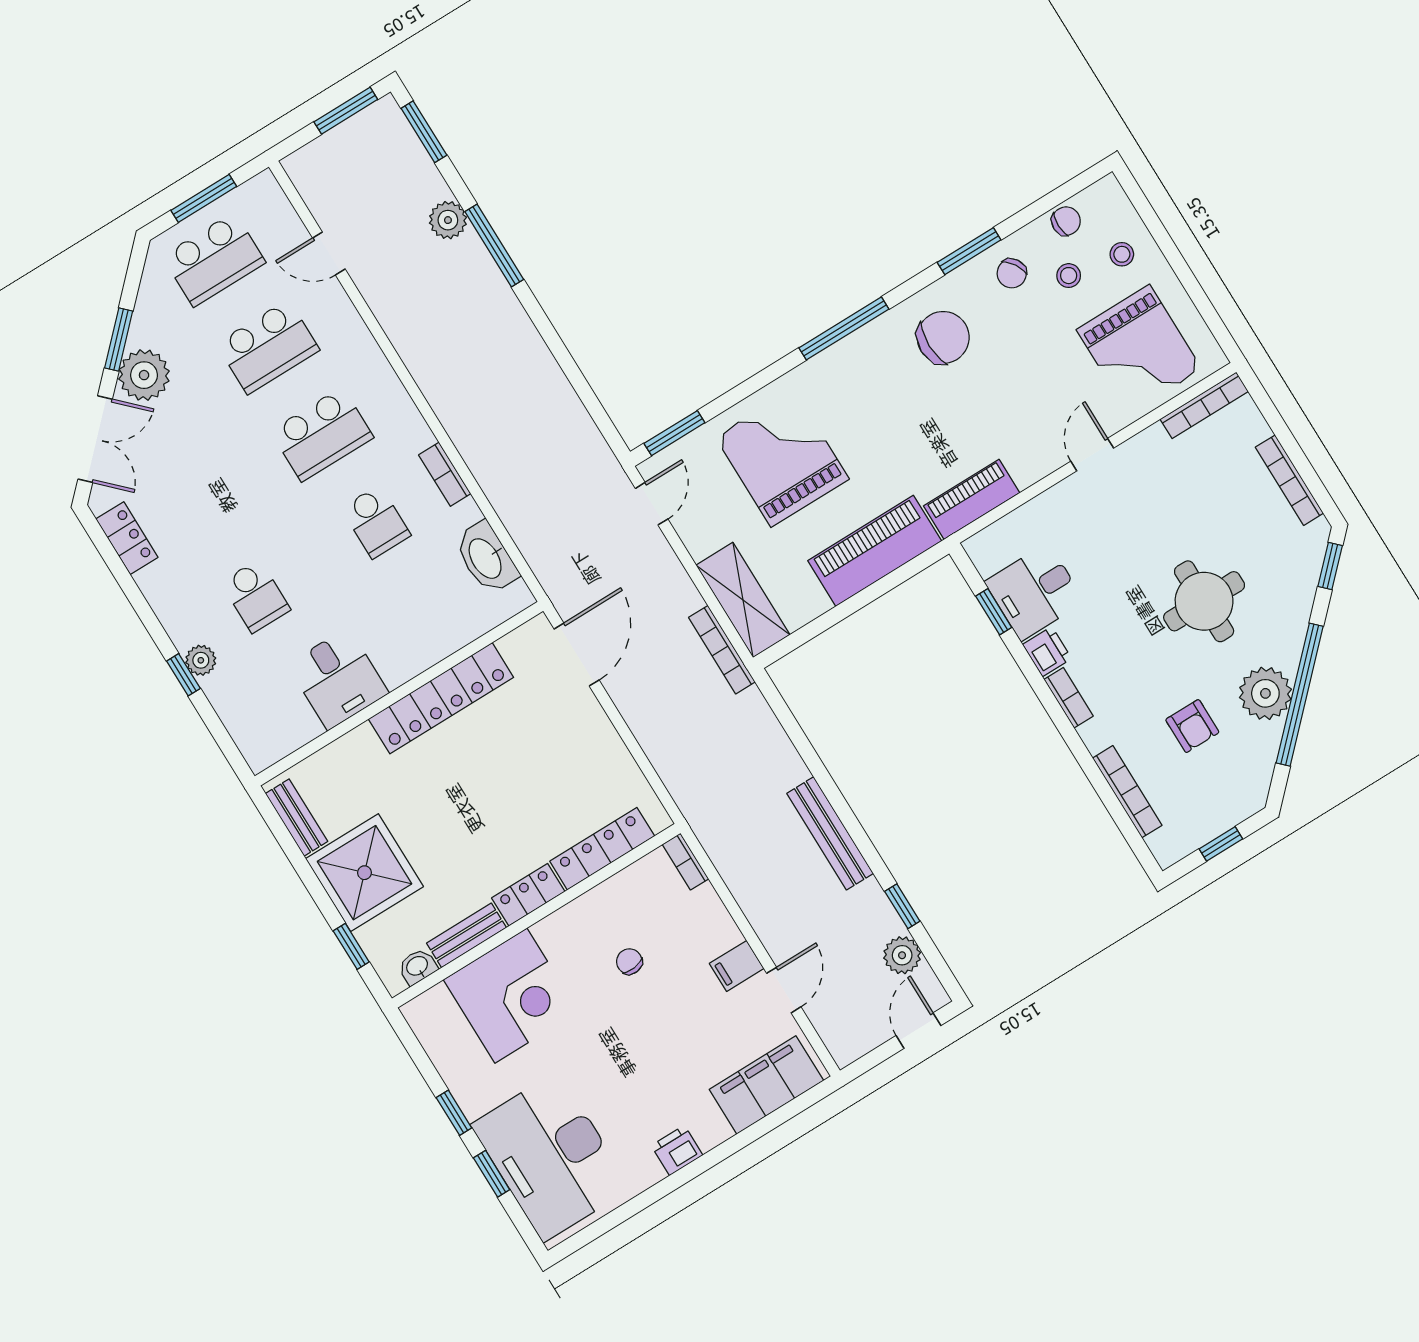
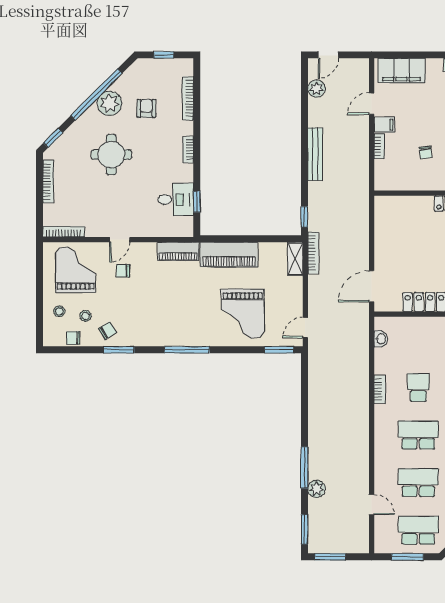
chair: (943, 337) -> (123, 271), moved, width x0.54, depth x0.54
washbasin: (486, 558) -> (381, 339), width x0.52, depth x0.69
shelving: (743, 600) -> (295, 259), width x0.67, depth x0.75
printer: (1047, 652) -> (185, 173), removed
locker: (602, 849) -> (409, 204), removed
bookcase: (685, 862) -> (379, 146), moved
window: (902, 906) -> (304, 217), moved

